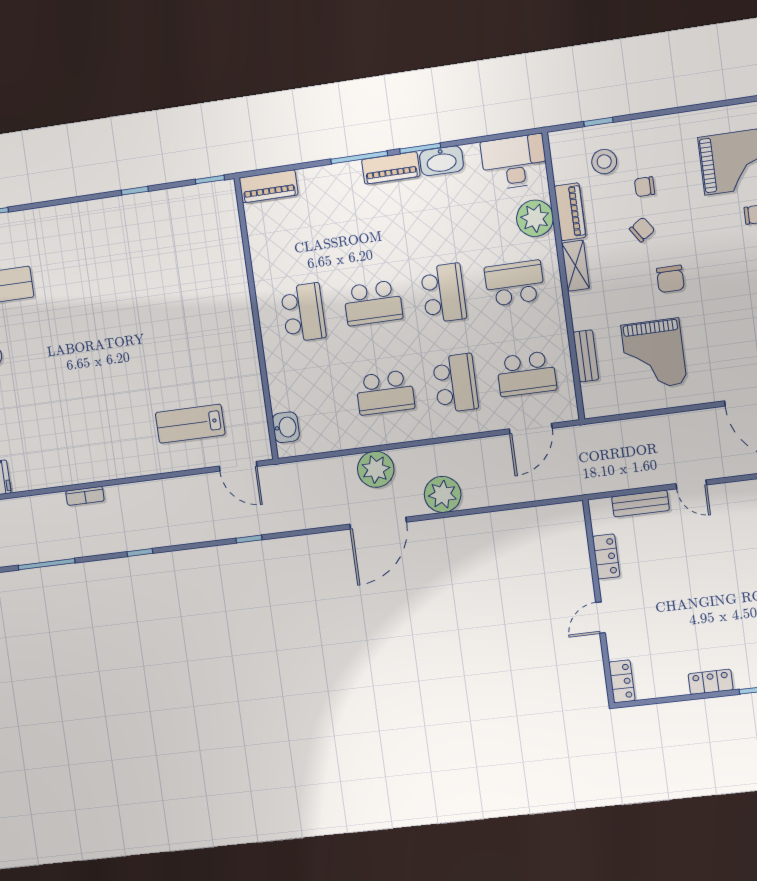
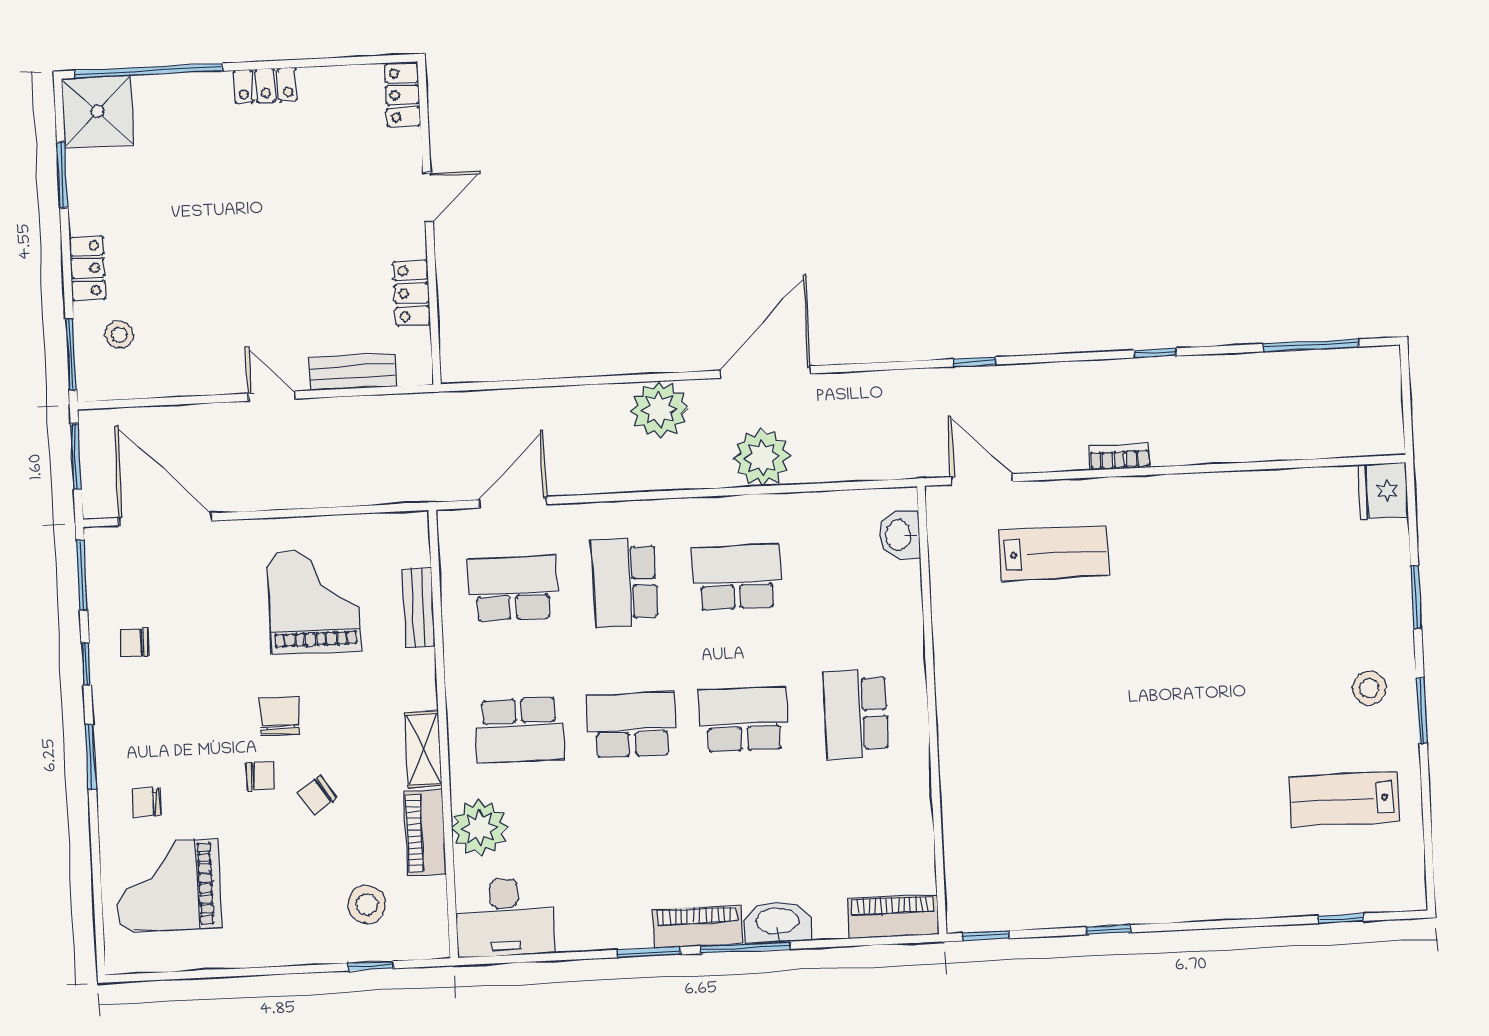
washbasin: (441, 161) -> (777, 922), moved
chair: (645, 187) -> (261, 776), moved
school desk: (443, 293) -> (631, 725), turned 90
bookcase: (85, 496) -> (1119, 457), moved

